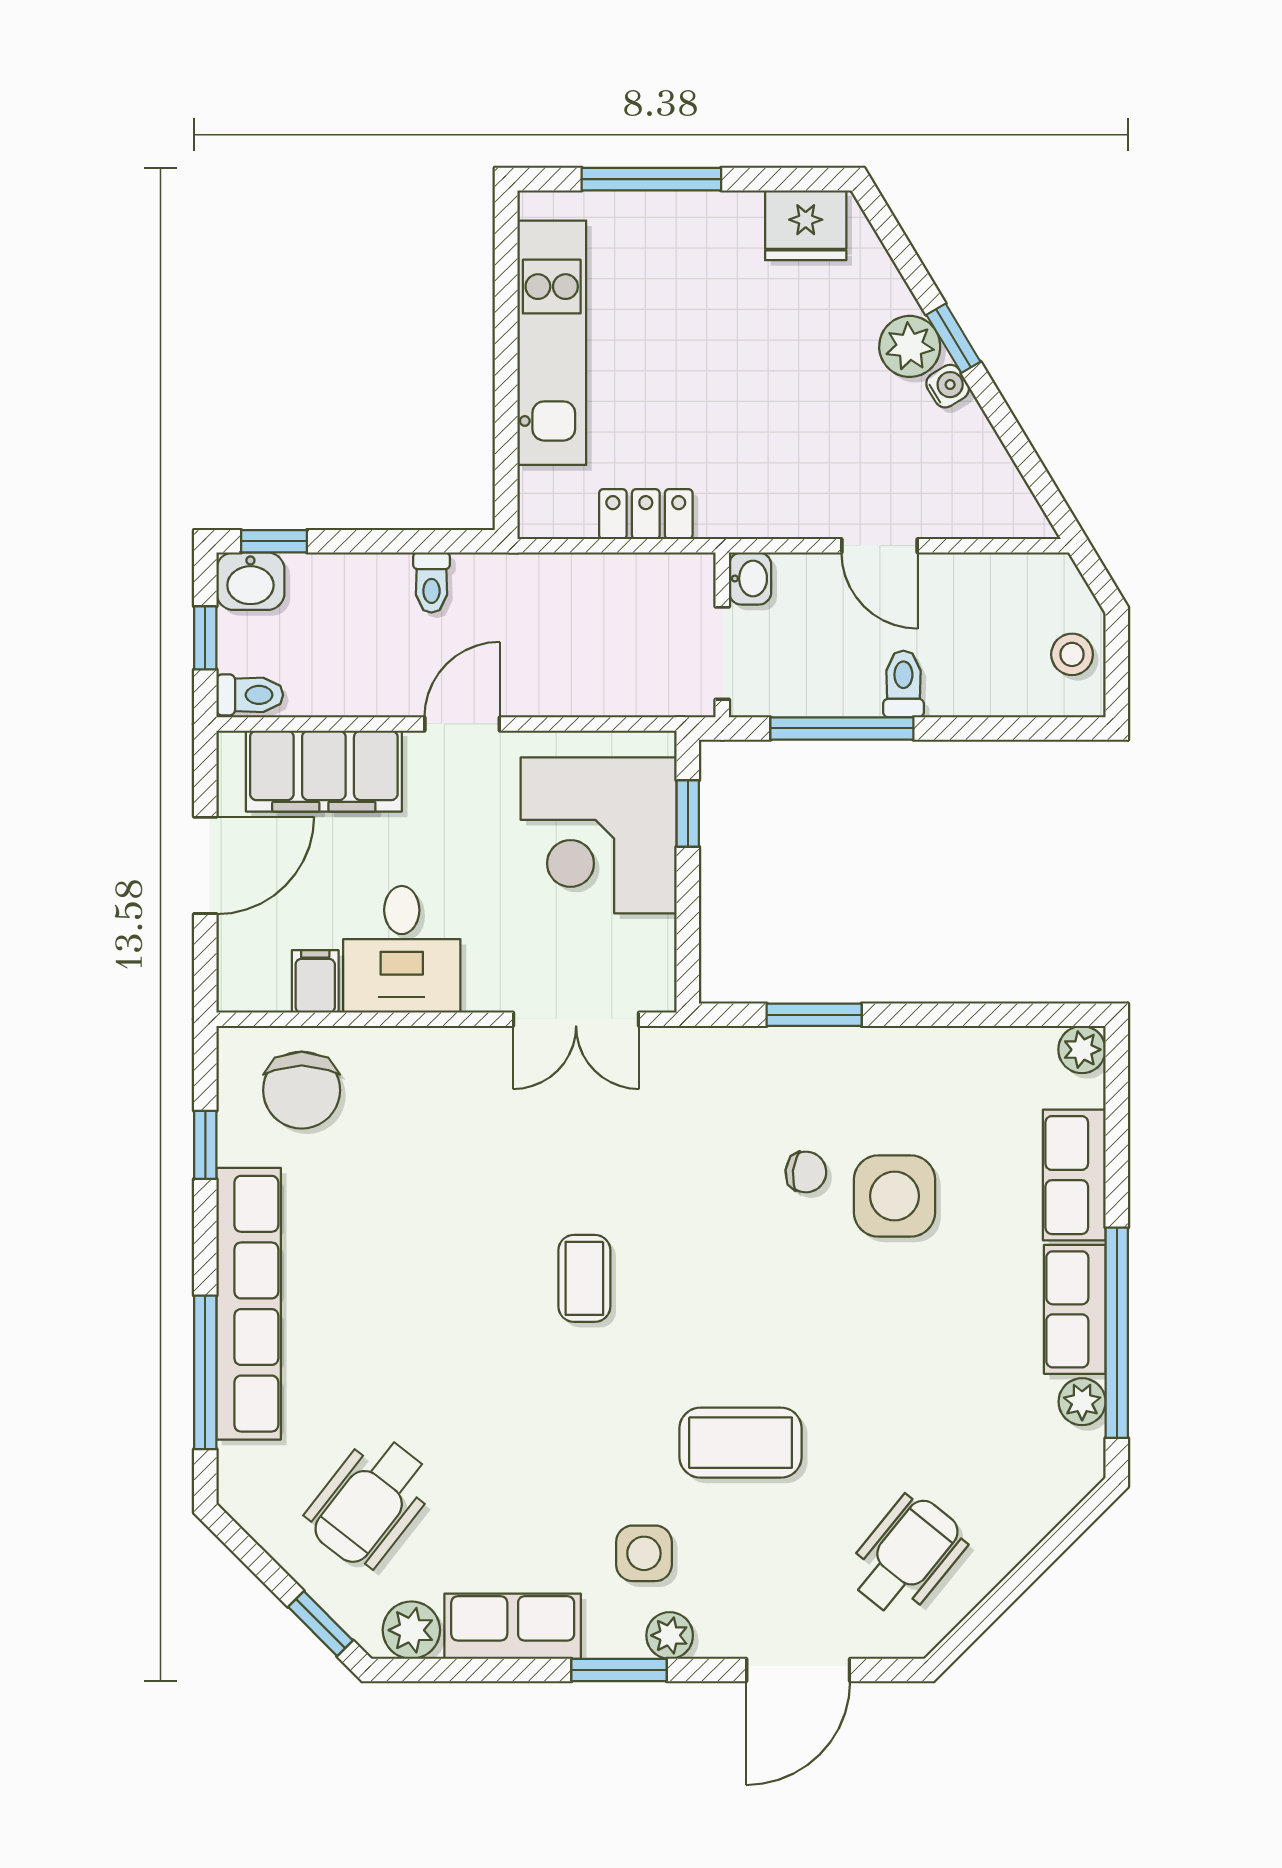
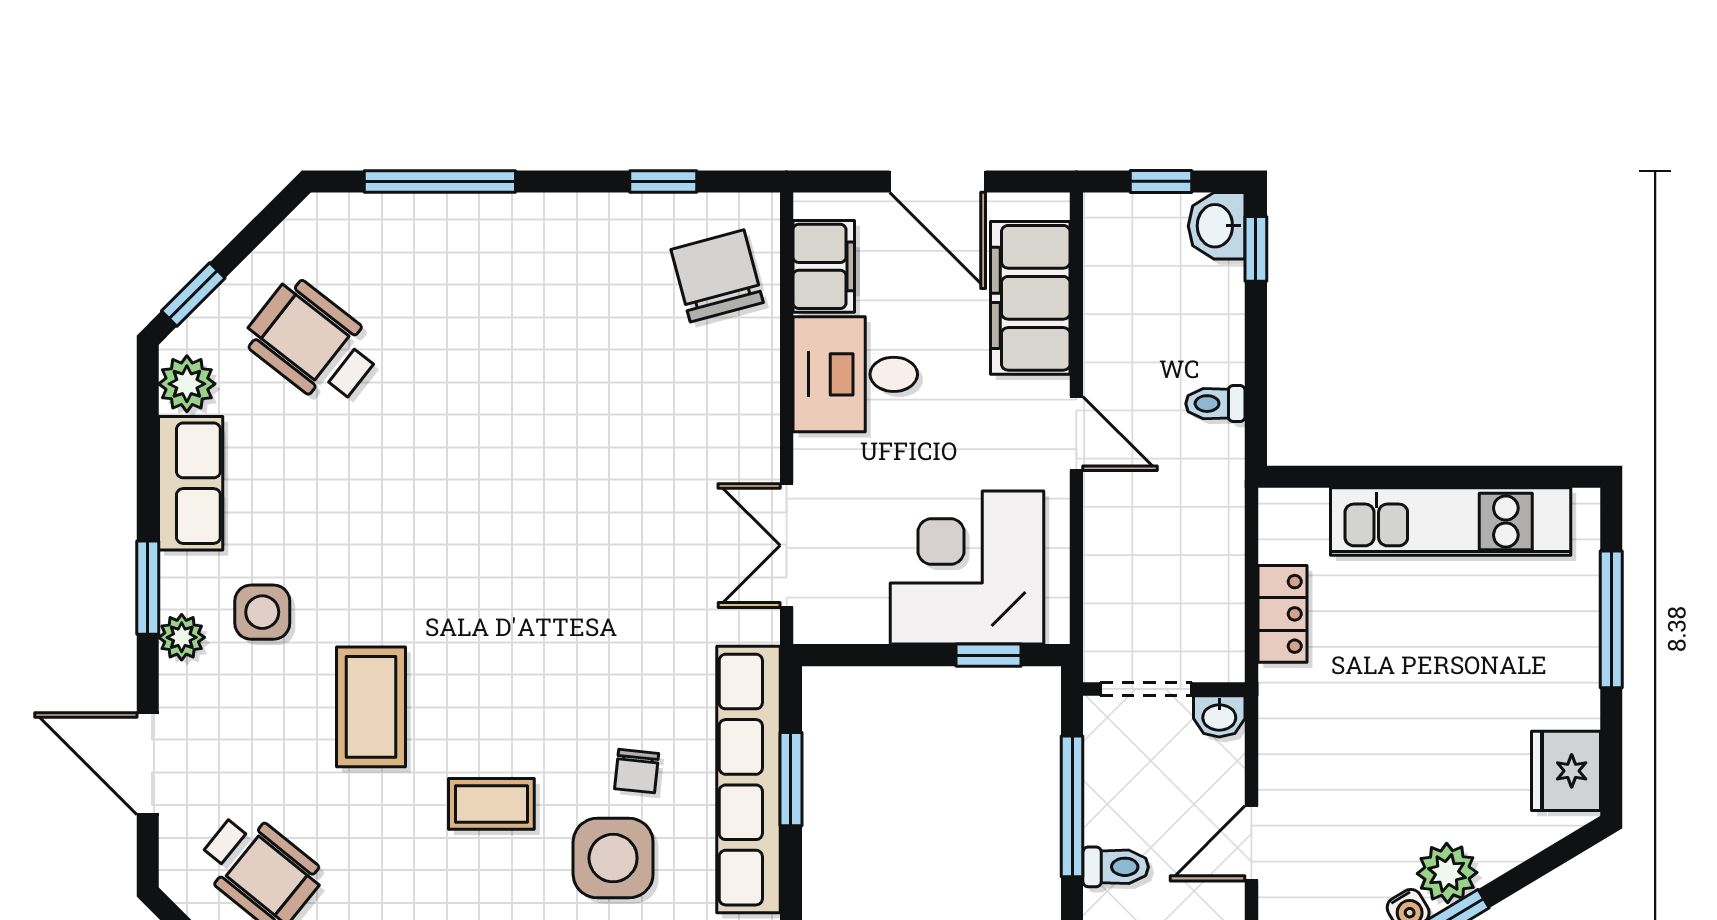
toilet: (250, 695) -> (1105, 225), removed
filing cabinet: (315, 981) -> (824, 266), width x2.00
chair: (302, 1090) -> (717, 276), turned 75
coffee table: (584, 1278) -> (491, 804), moved
row of seats: (249, 1304) -> (748, 780), moved, turned 90

